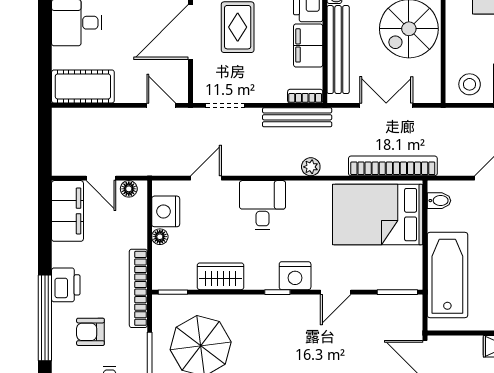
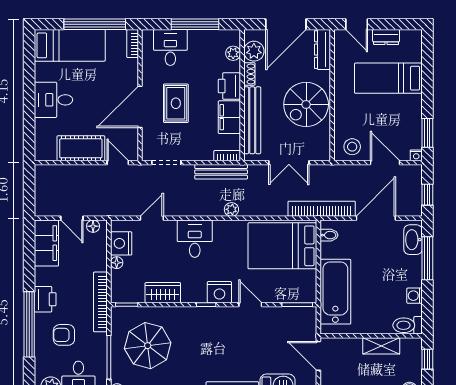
cot: (83, 86) -> (81, 148), moved
double door: (386, 105) -> (289, 163), swing flipped
bookcase: (393, 166) -> (322, 209), moved
door: (336, 292) -> (250, 305), swing flipped

